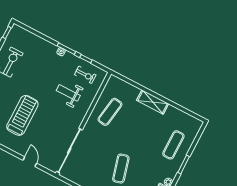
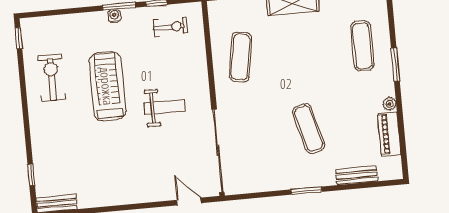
weight bench: (68, 93) -> (165, 107), moved, turned 180
treadmill: (22, 115) -> (107, 86), moved
door: (30, 162) -> (189, 202), moved

